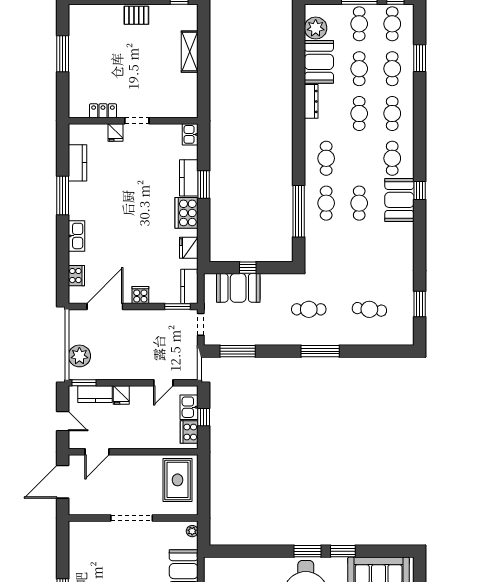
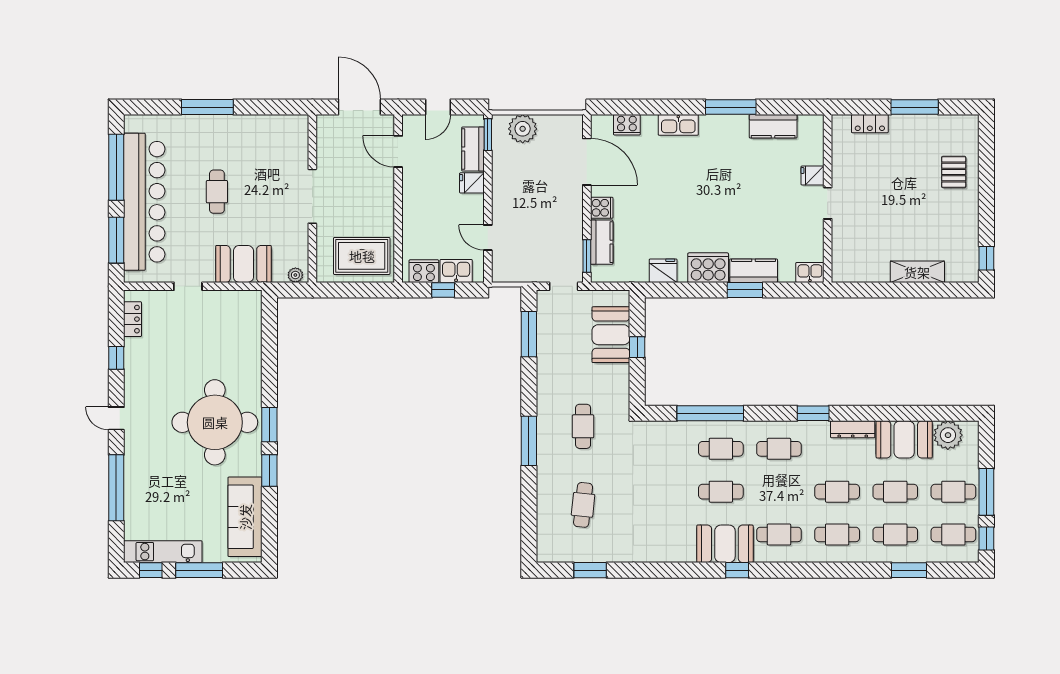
pallet: (136, 15) -> (954, 172), moved
locker: (103, 111) -> (870, 124), moved, turned 90
window: (299, 132) -> (813, 413), added
kitchen counter: (189, 286) -> (602, 242), moved, turned 90

